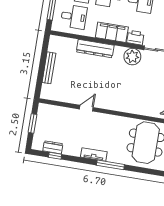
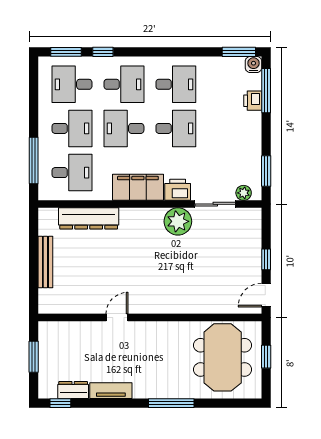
dresser: (95, 49) -> (89, 218), moved
tv unit: (94, 154) -> (111, 391), moved
window: (55, 156) -> (60, 403), moved

